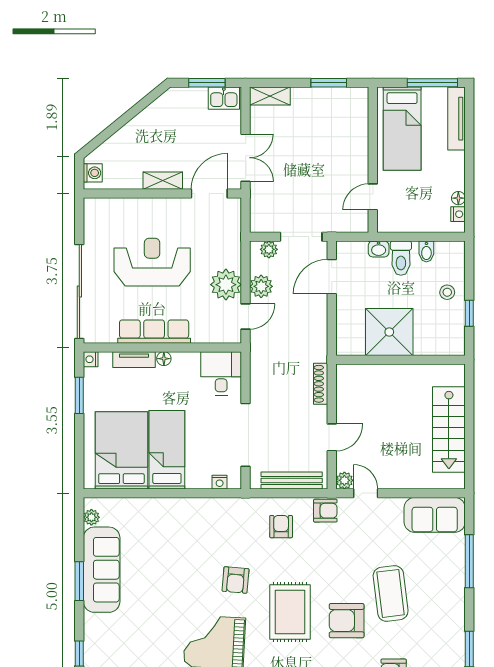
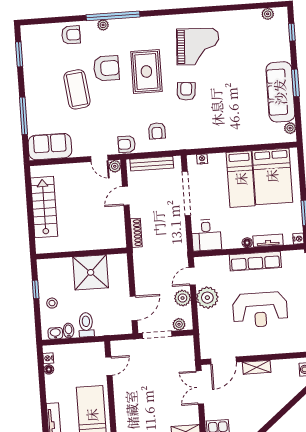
washbasin: (379, 249) -> (55, 333), moved

